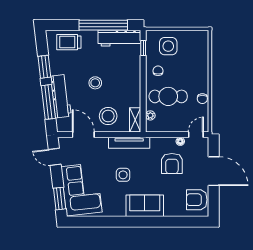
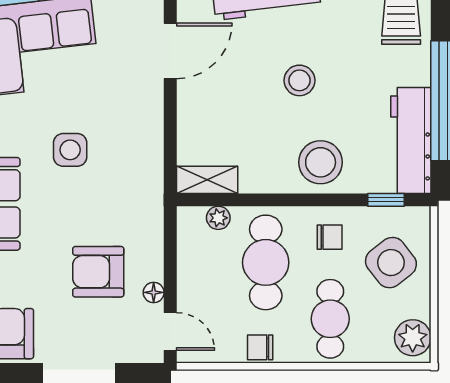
plant: (198, 37) -> (413, 338), added
side table: (168, 46) -> (391, 263), turned -38
cafe table: (191, 71) -> (330, 319), added
stool: (108, 116) -> (321, 162), moved
tv unit: (129, 143) -> (150, 165), removed

